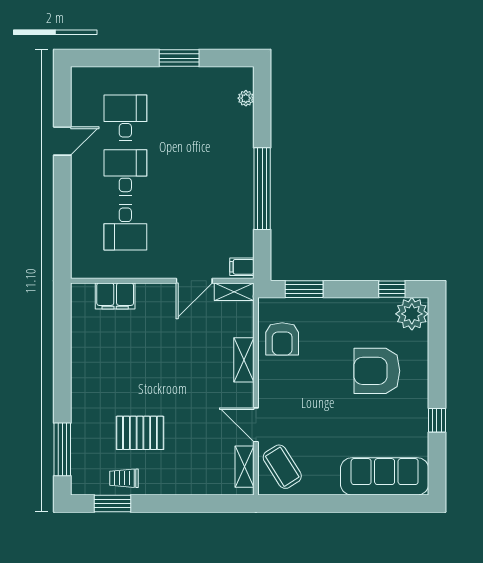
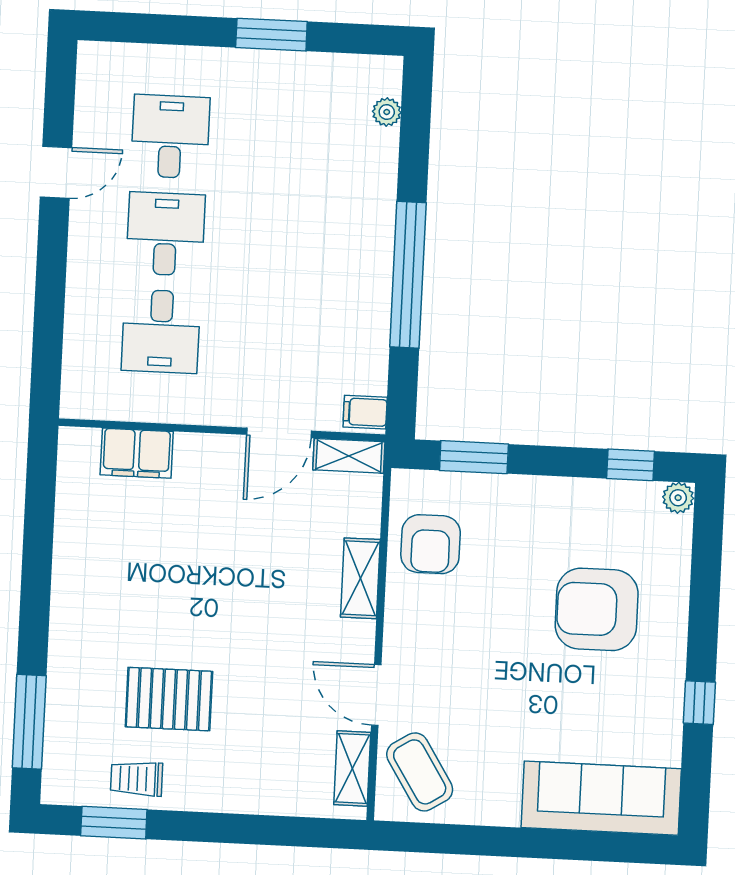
plant: (412, 314) -> (678, 498), width x0.53, depth x0.53

